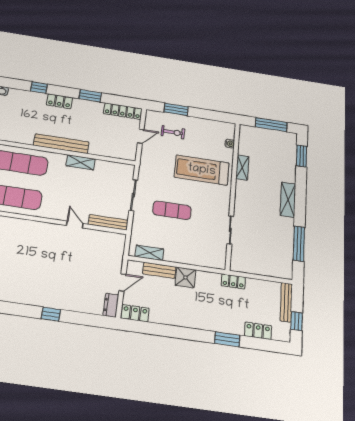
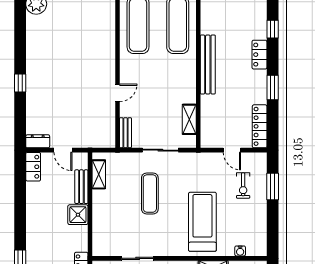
shelving: (81, 162) -> (189, 119), moved
bench: (108, 222) -> (125, 133), width x0.73

